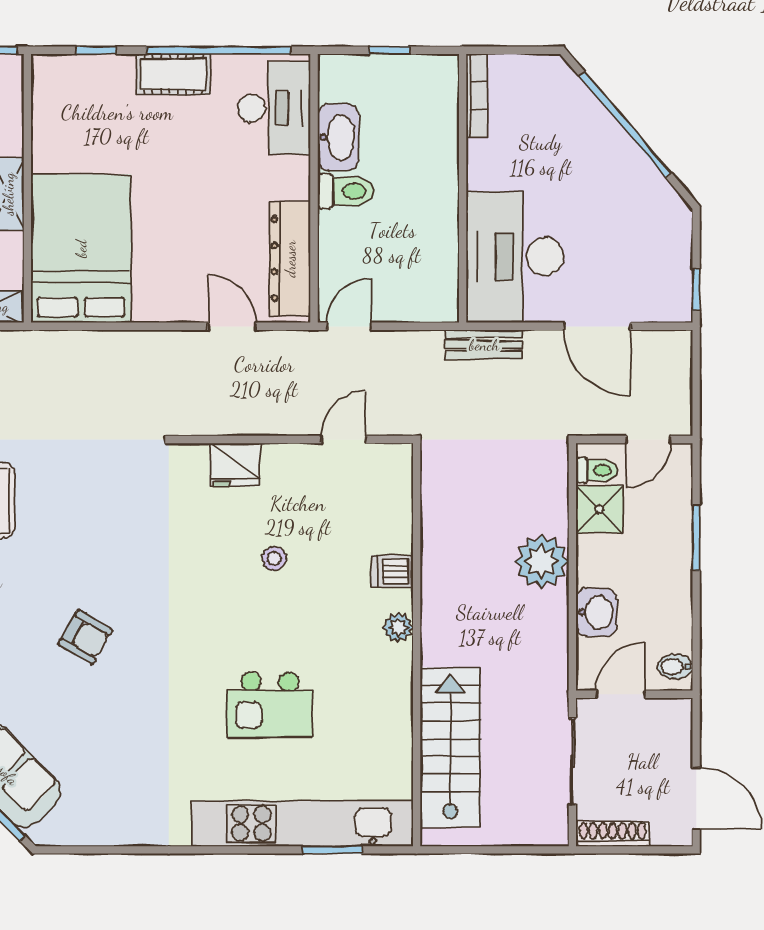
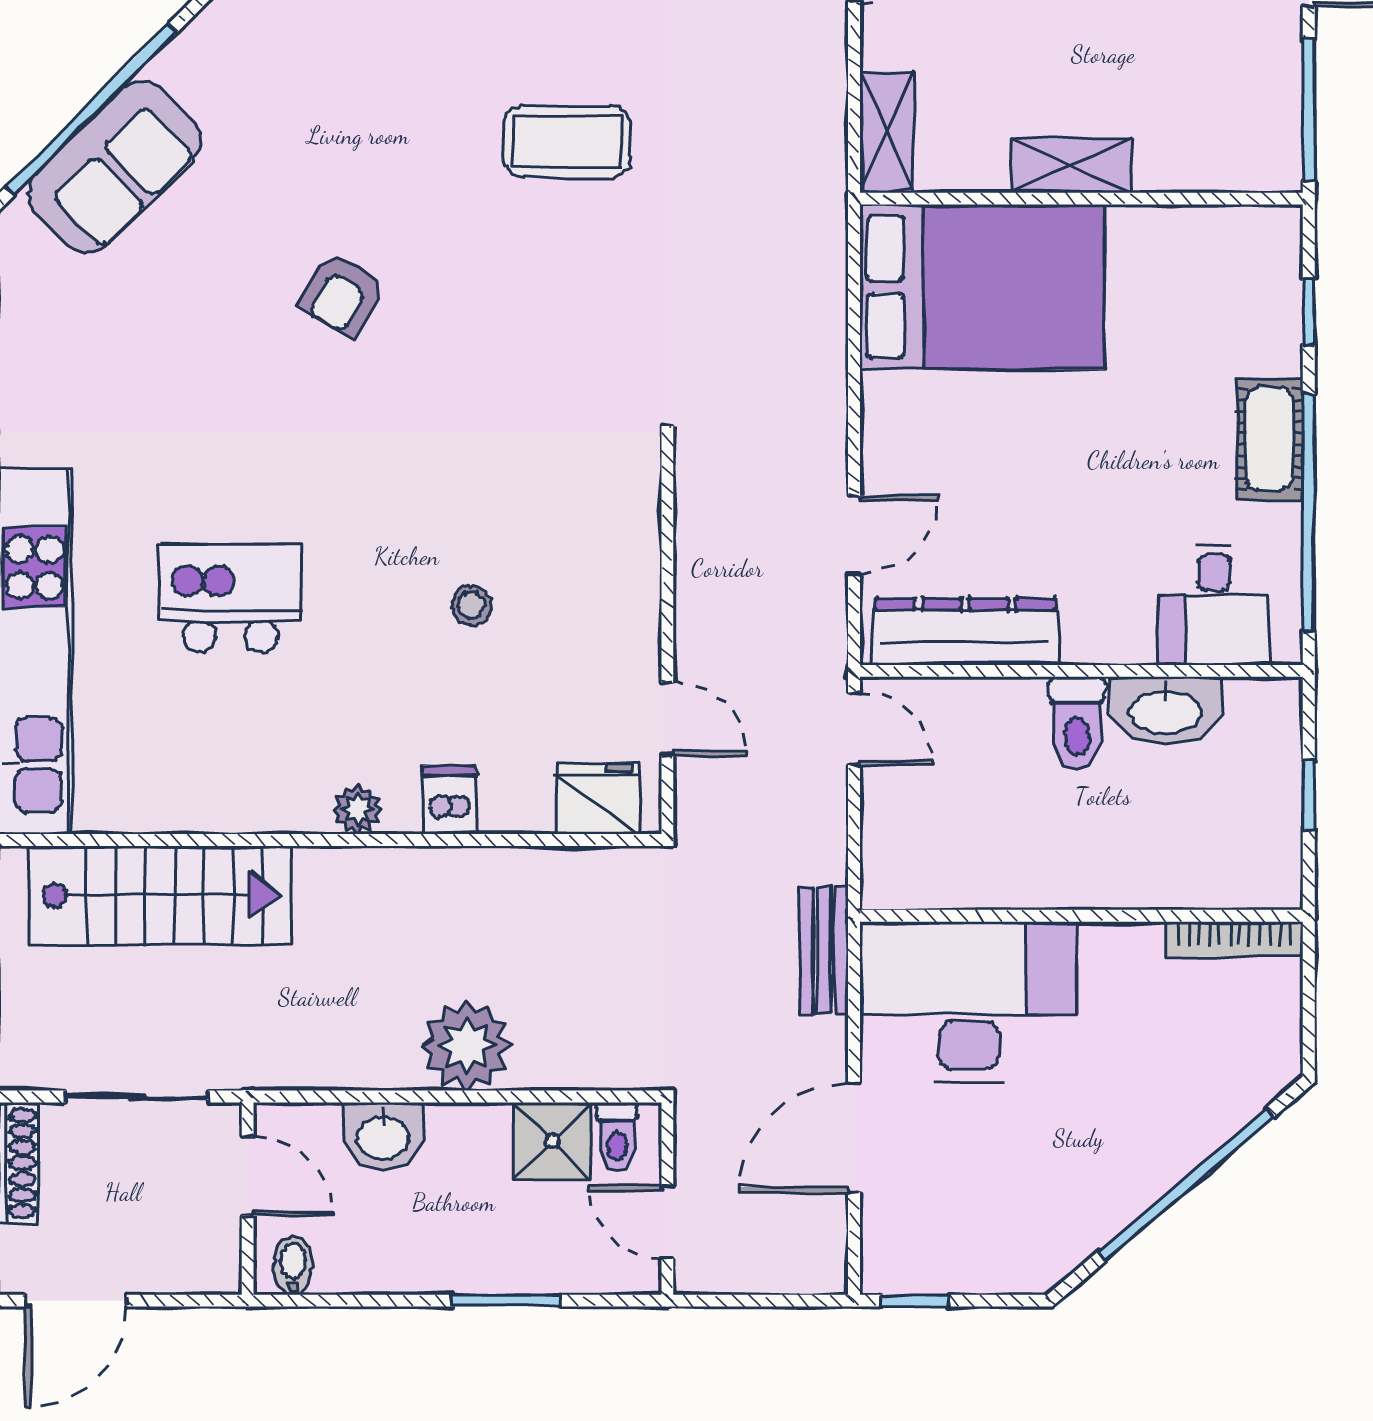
desk: (274, 108) -> (1214, 605), width x0.73
fridge: (235, 465) -> (597, 798), moved, turned 90
kitchen island: (270, 705) -> (230, 598), turned 90

